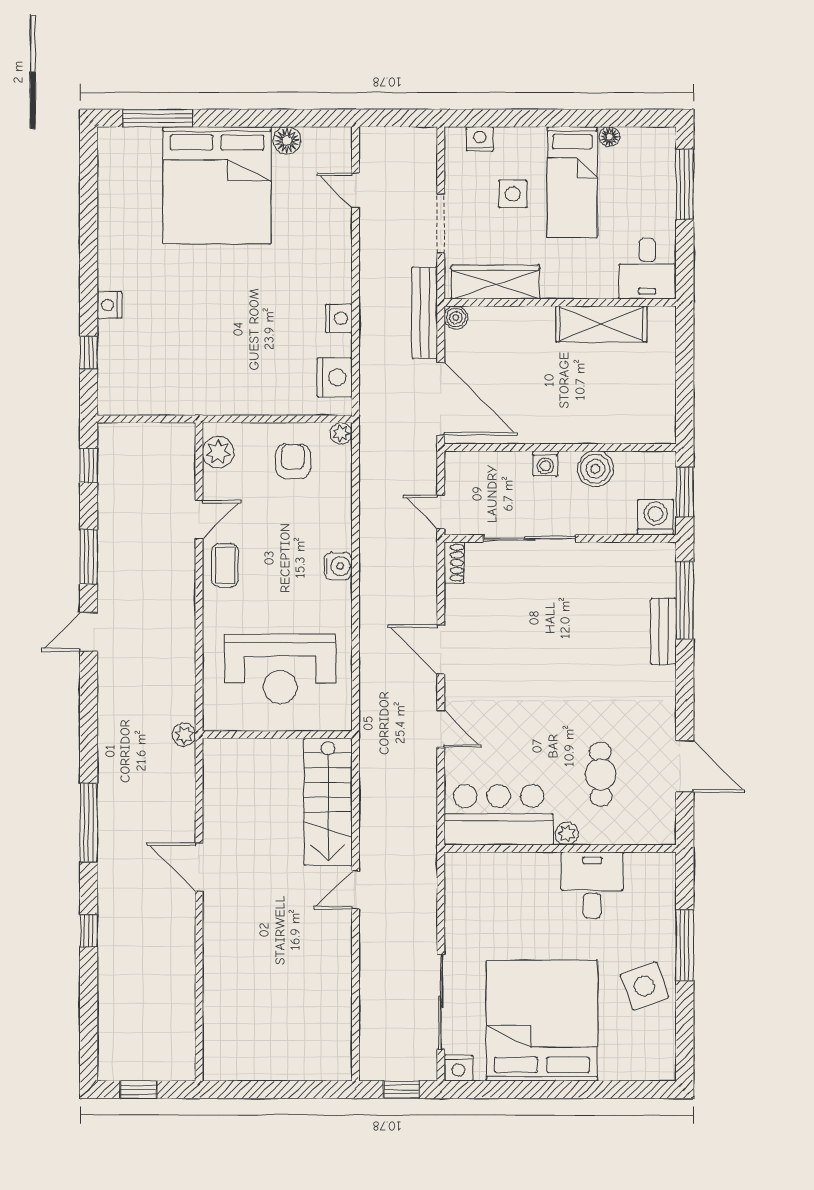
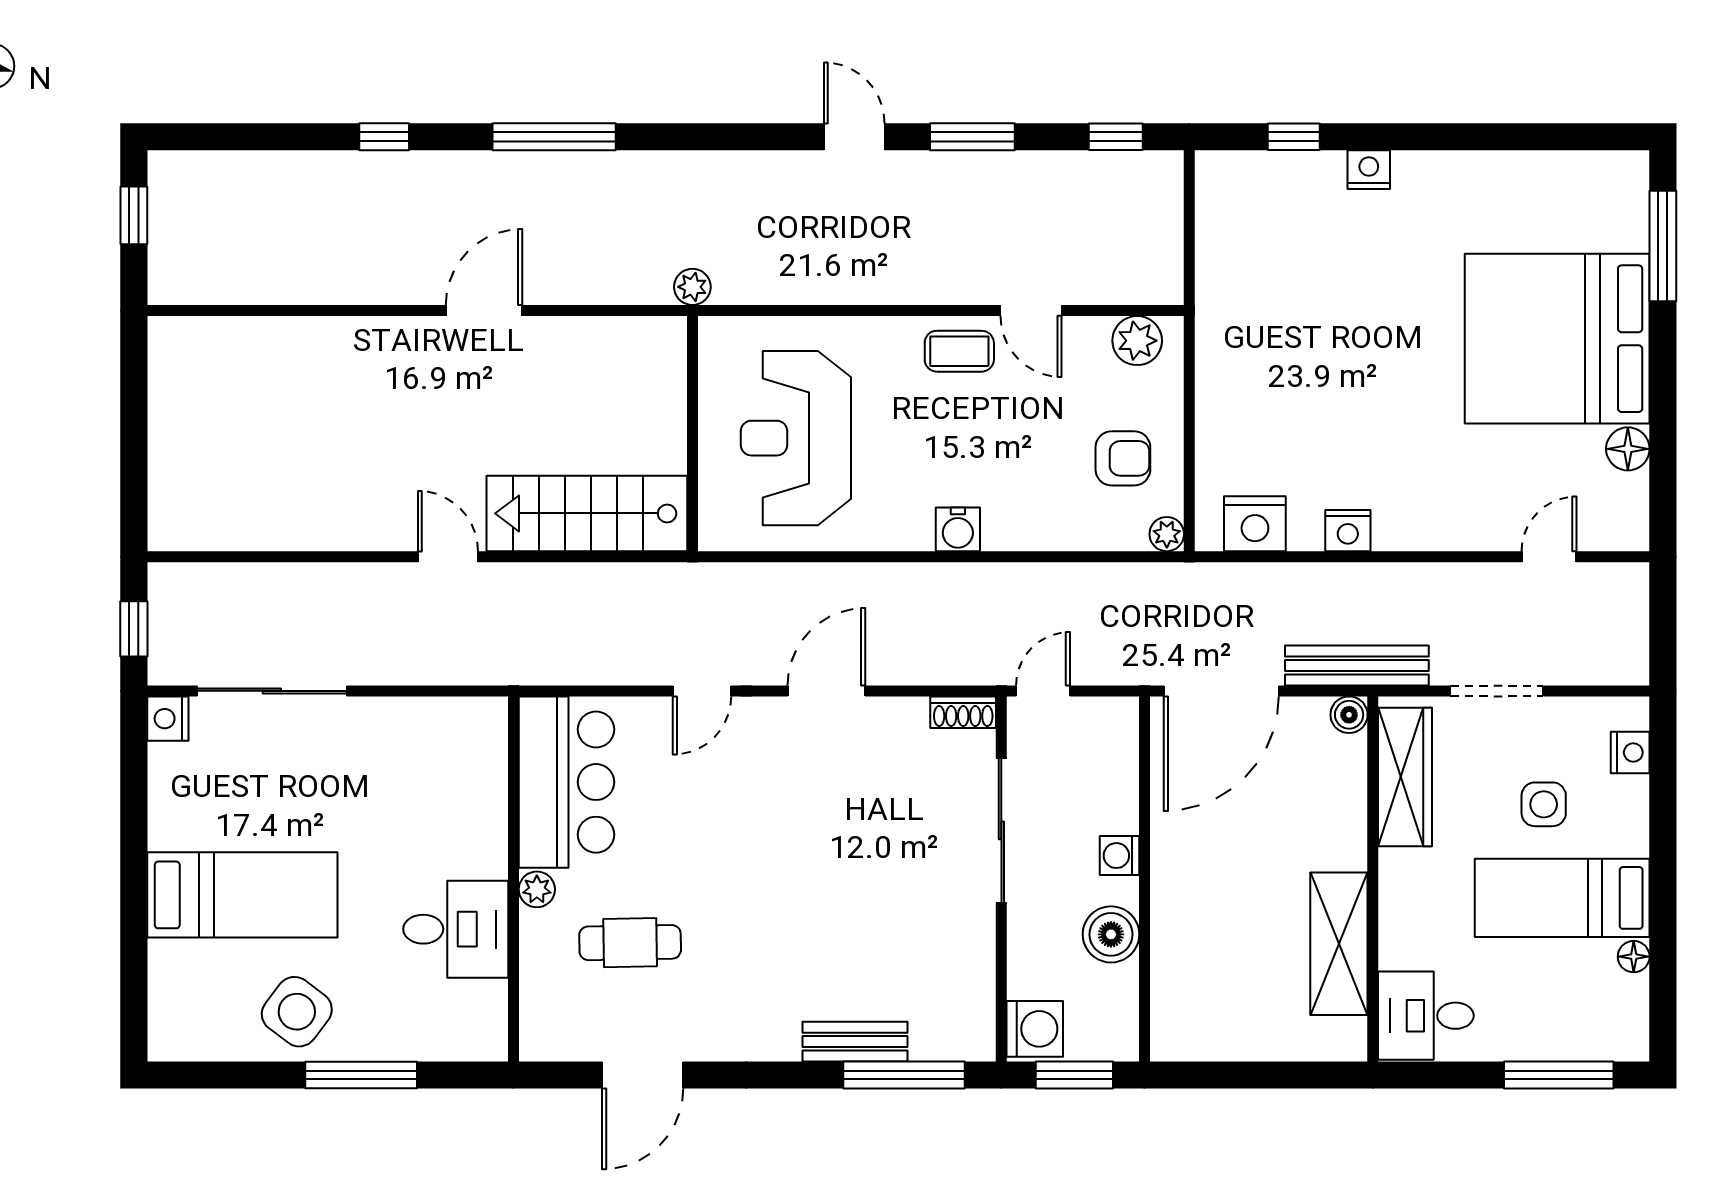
side table: (645, 986) -> (297, 1012), turned -33
bed: (542, 1021) -> (242, 895), width x0.49

